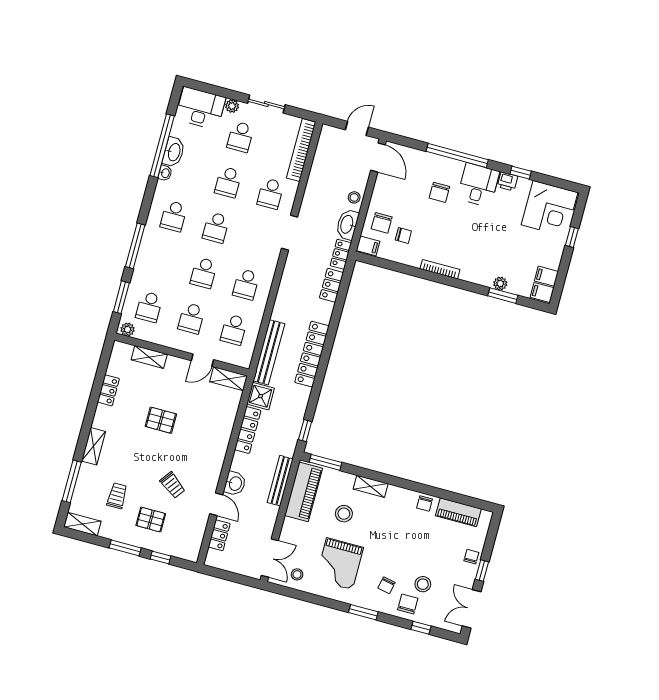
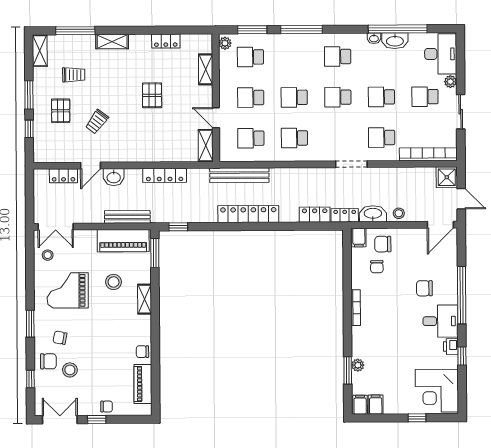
shower: (261, 396) -> (447, 177), moved

